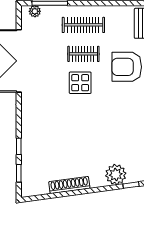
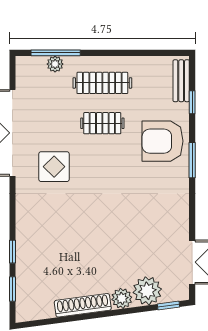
plant: (35, 11) -> (55, 64), moved
display table: (80, 83) -> (54, 167), moved
plant: (97, 180) -> (122, 298), added

